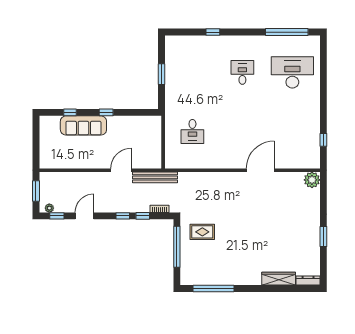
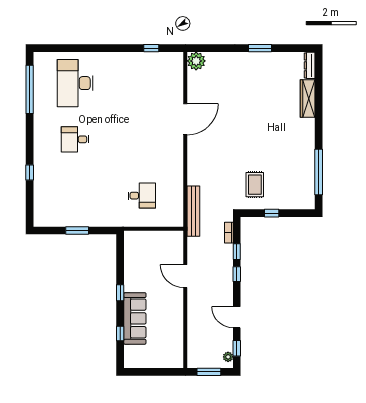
door: (260, 170) -> (185, 119), swing flipped
bench: (155, 177) -> (193, 211), moved
window: (177, 247) -> (272, 213), width x0.32

